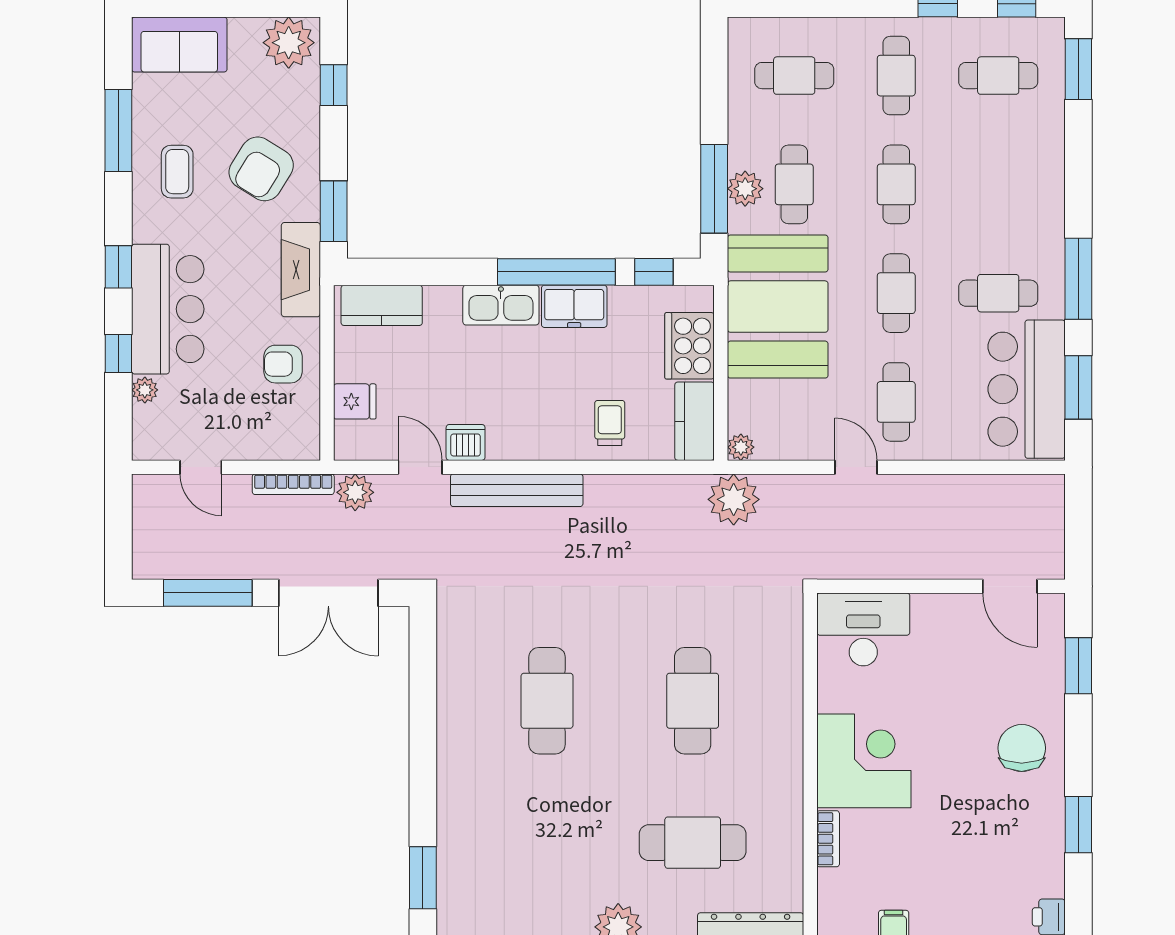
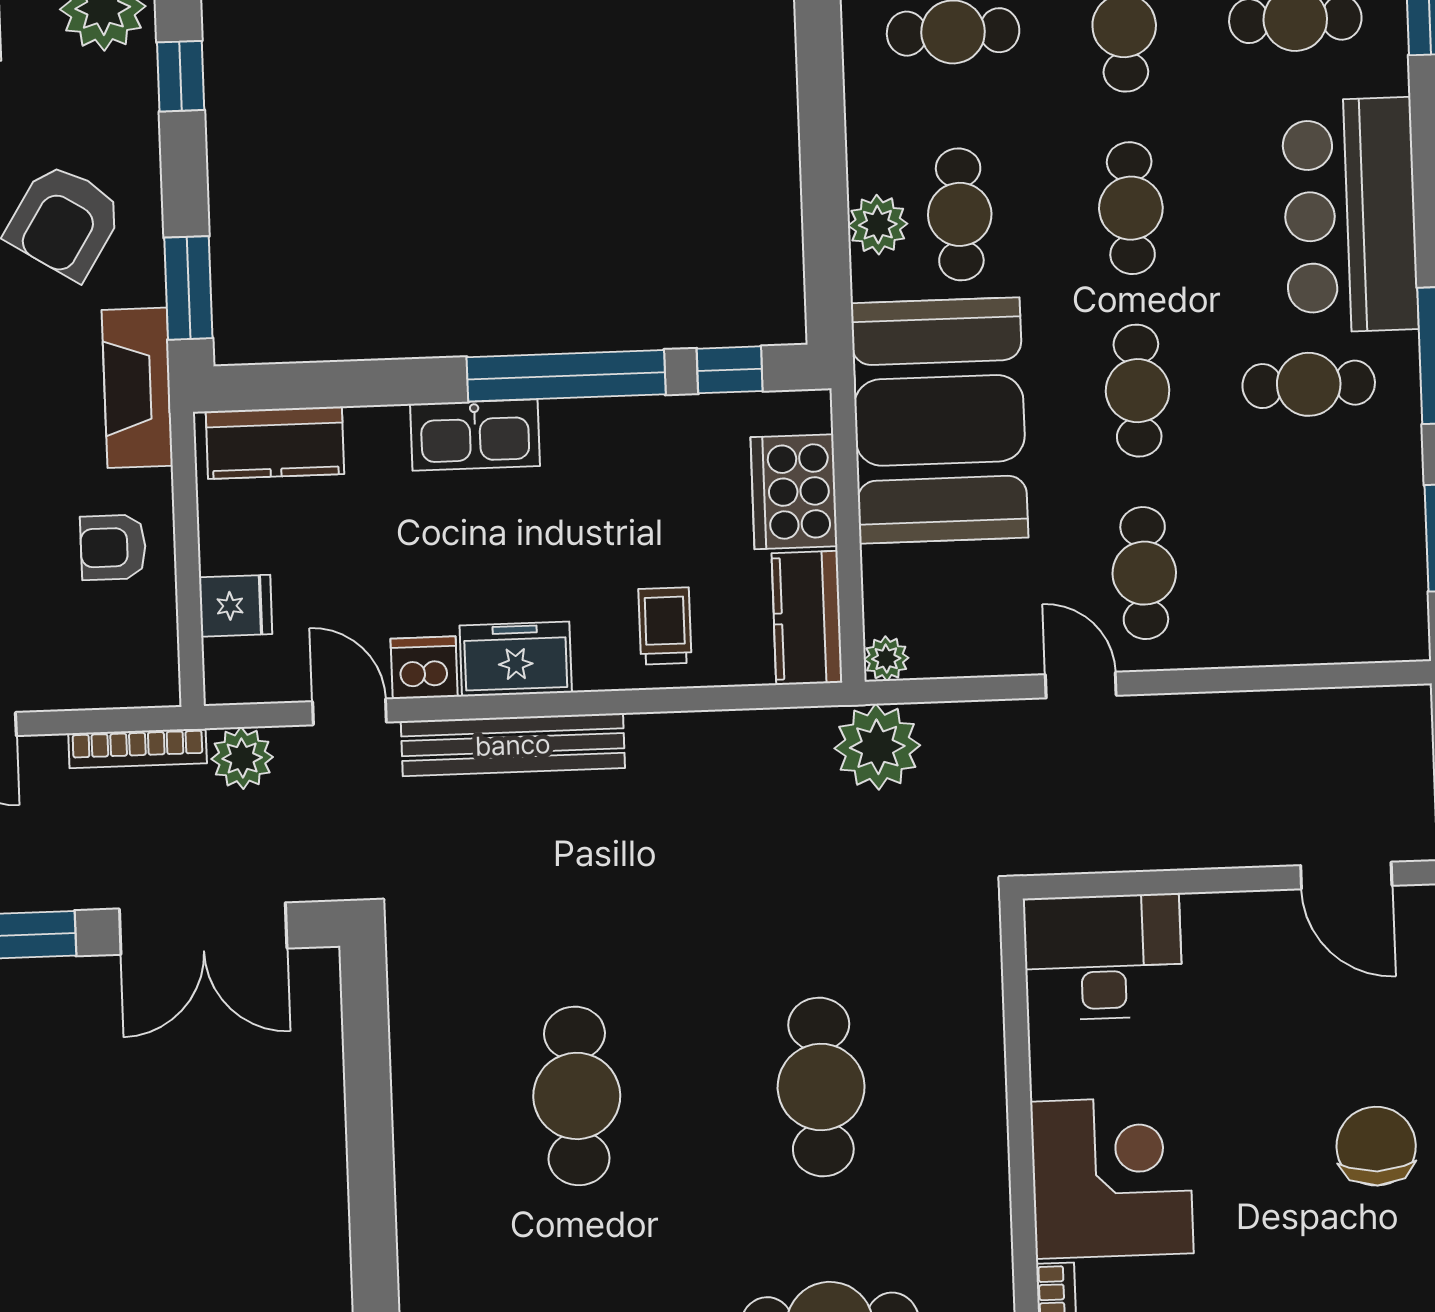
window: (714, 189) -> (826, 227), removed
freezer: (574, 306) -> (516, 659), moved, turned 180
bar counter: (1027, 389) -> (1350, 215), moved

